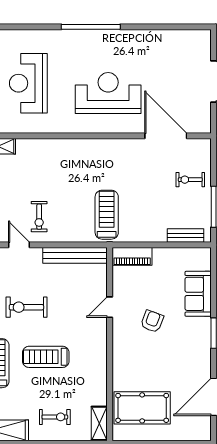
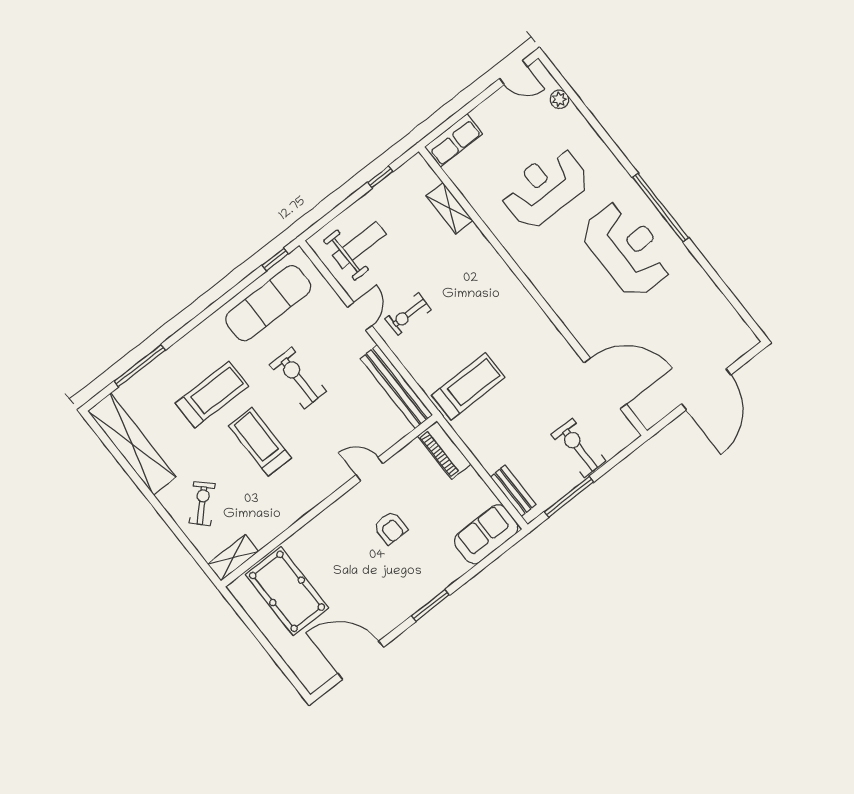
reception desk: (108, 93) -> (627, 249), moved
door: (166, 136) -> (605, 383), hinge flipped
exercise bike: (190, 180) -> (578, 448), width x1.38, depth x1.39
sofa: (198, 294) -> (486, 534), moved
armchair: (152, 321) -> (390, 528), turned 69
exercise bike: (55, 417) -> (202, 503), turned -135

